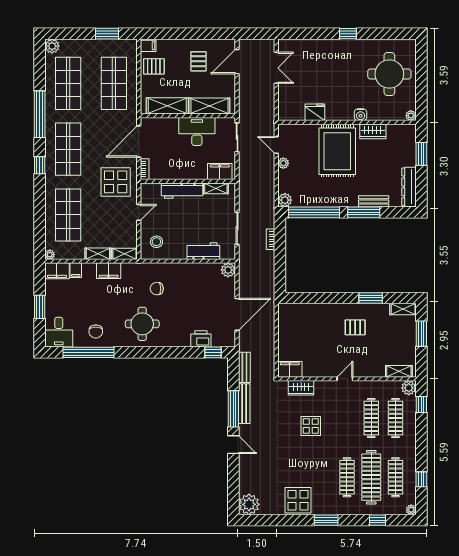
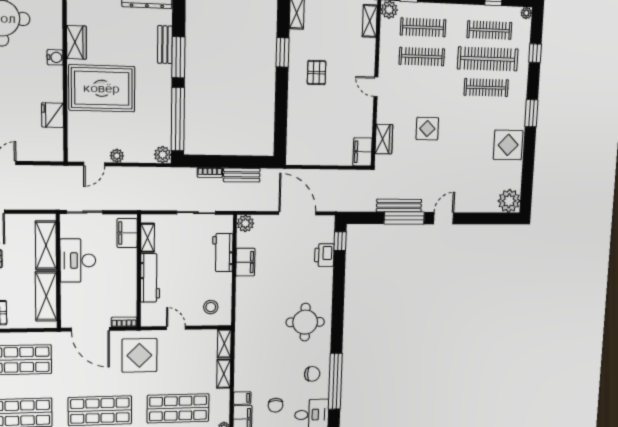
filing cabinet: (109, 271) -> (245, 262), moved
chair: (157, 289) -> (276, 405), moved
bench: (244, 367) -> (242, 175), moved

